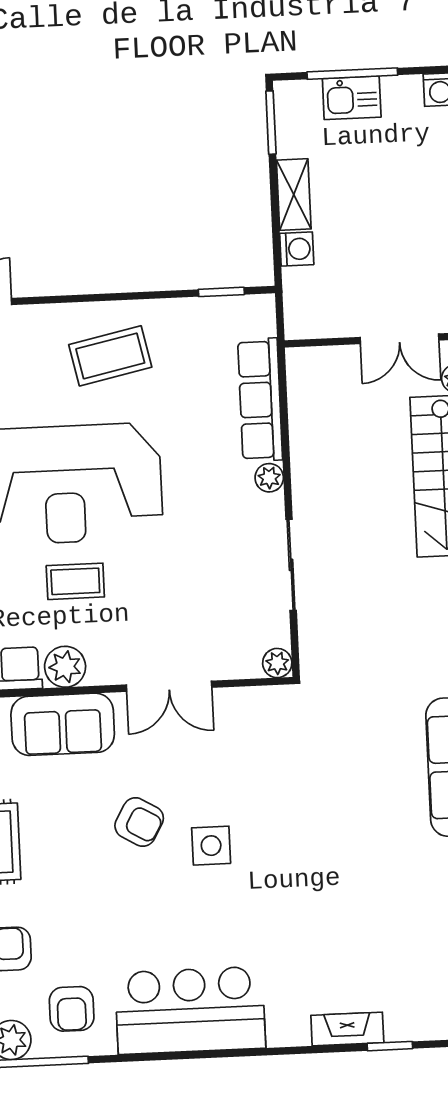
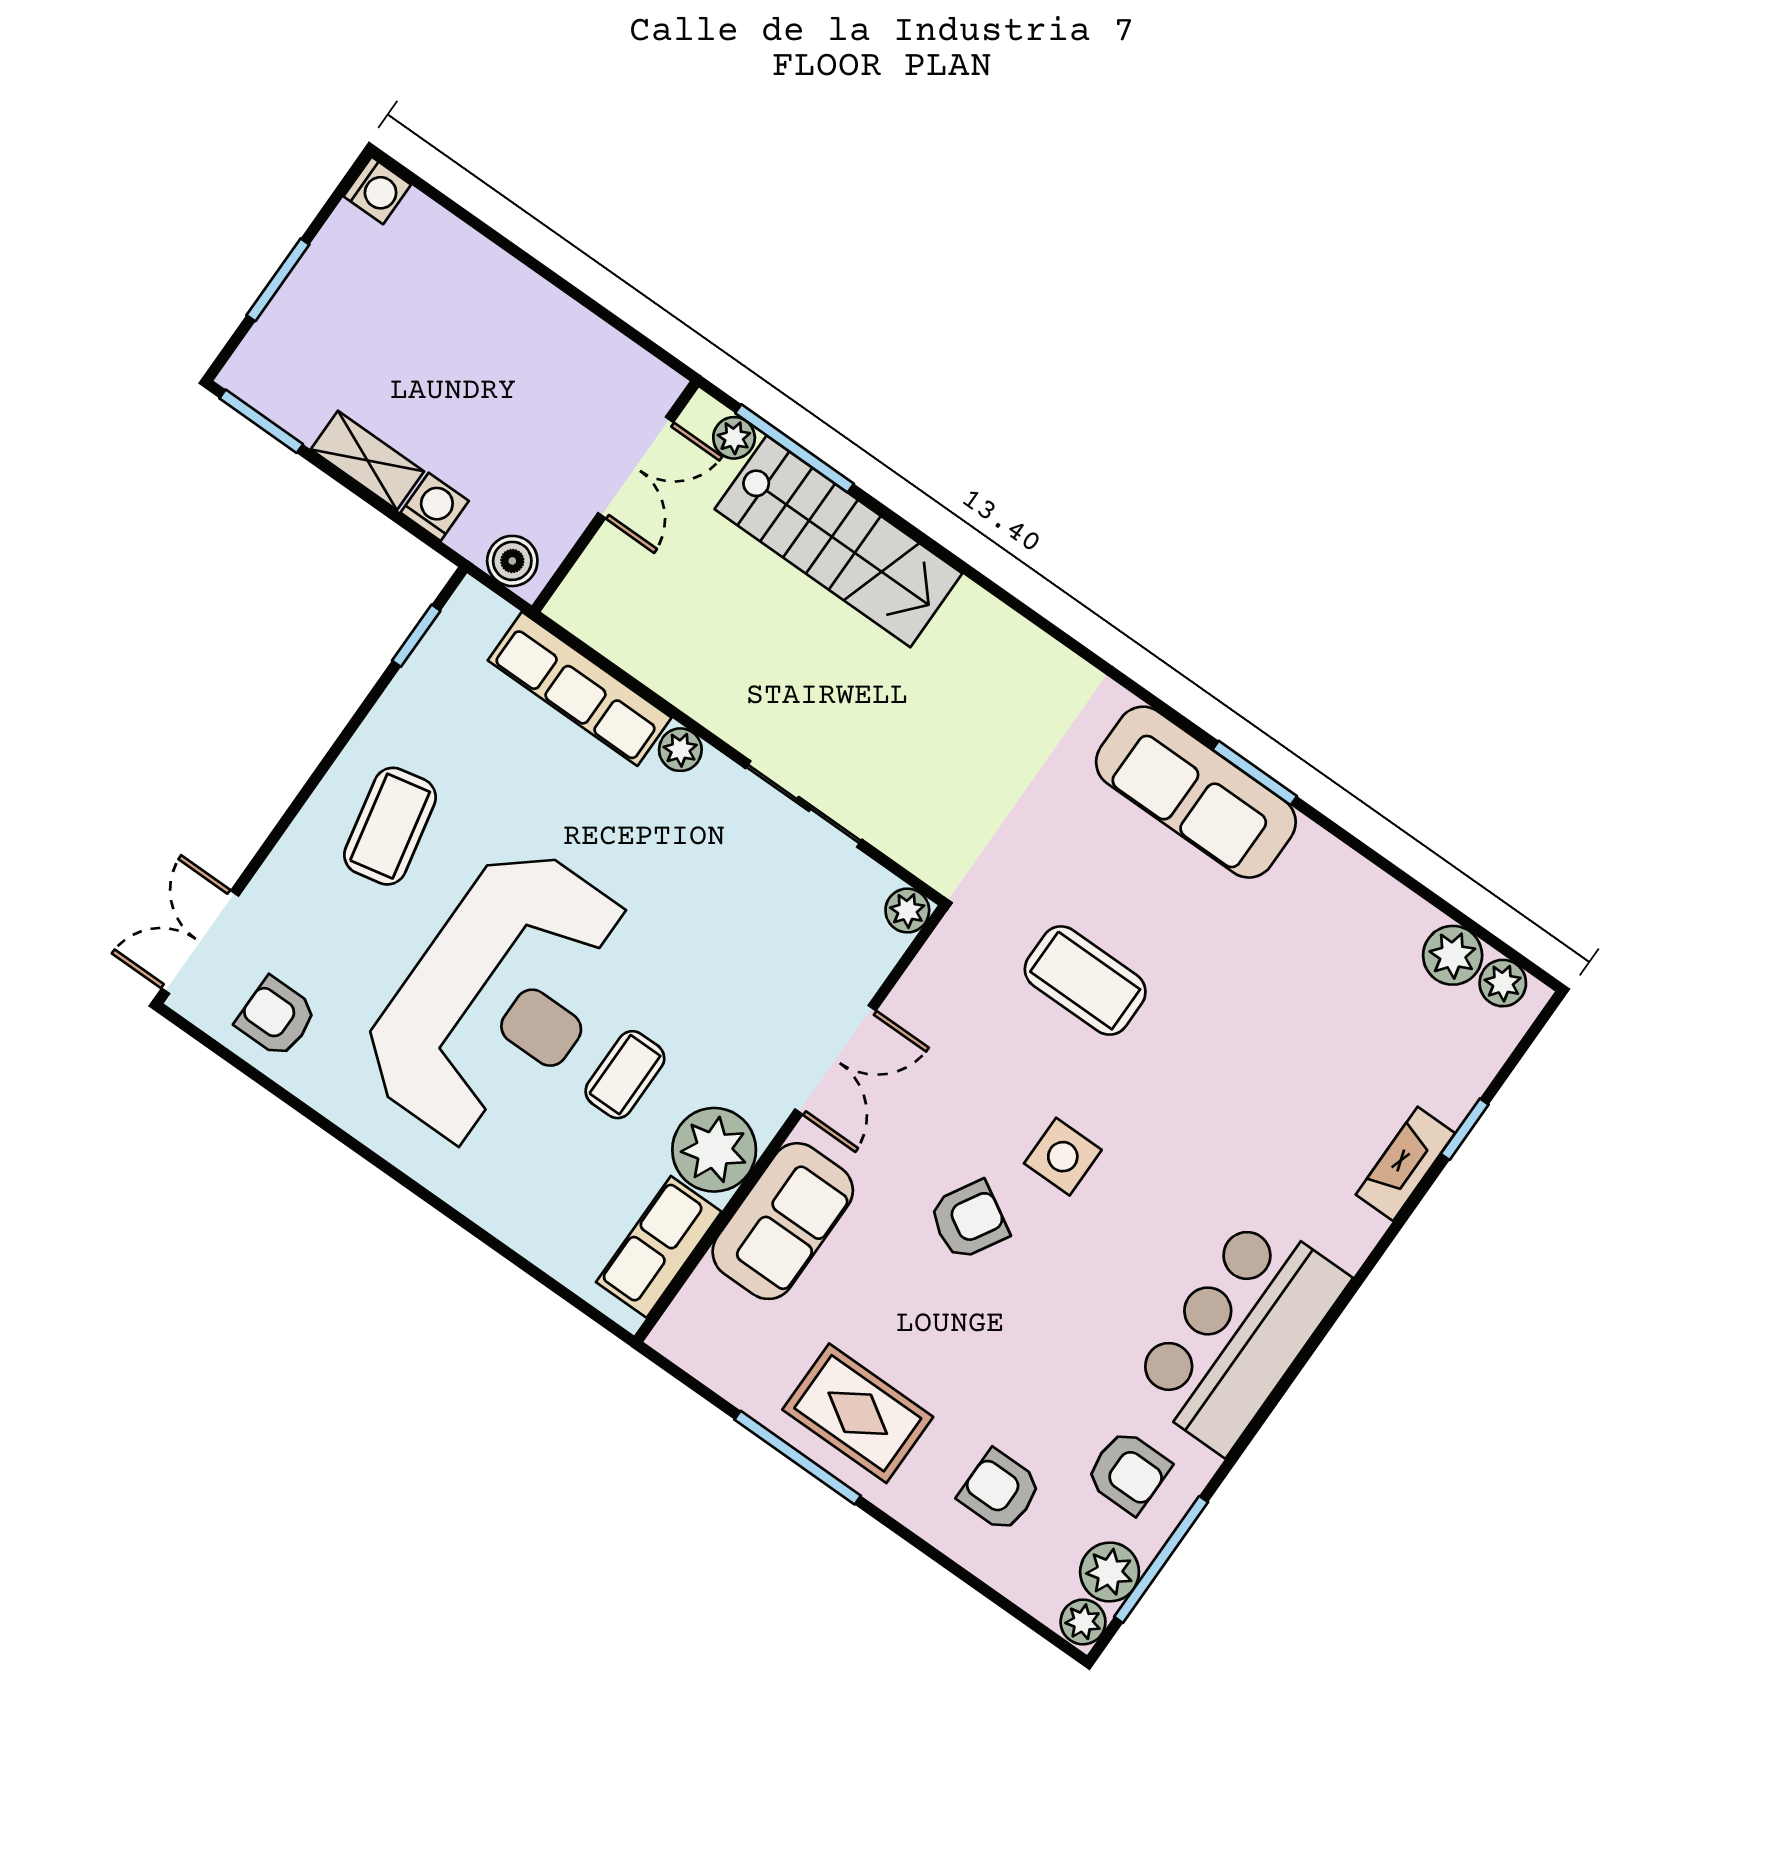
window: (352, 74) -> (278, 280), width x0.69
kitchen sink: (352, 98) -> (306, 303), removed
boiler: (300, 312) -> (512, 561), added
plant: (65, 667) -> (714, 1150), width x1.36, depth x1.36
coffee table: (313, 785) -> (1085, 981), added

